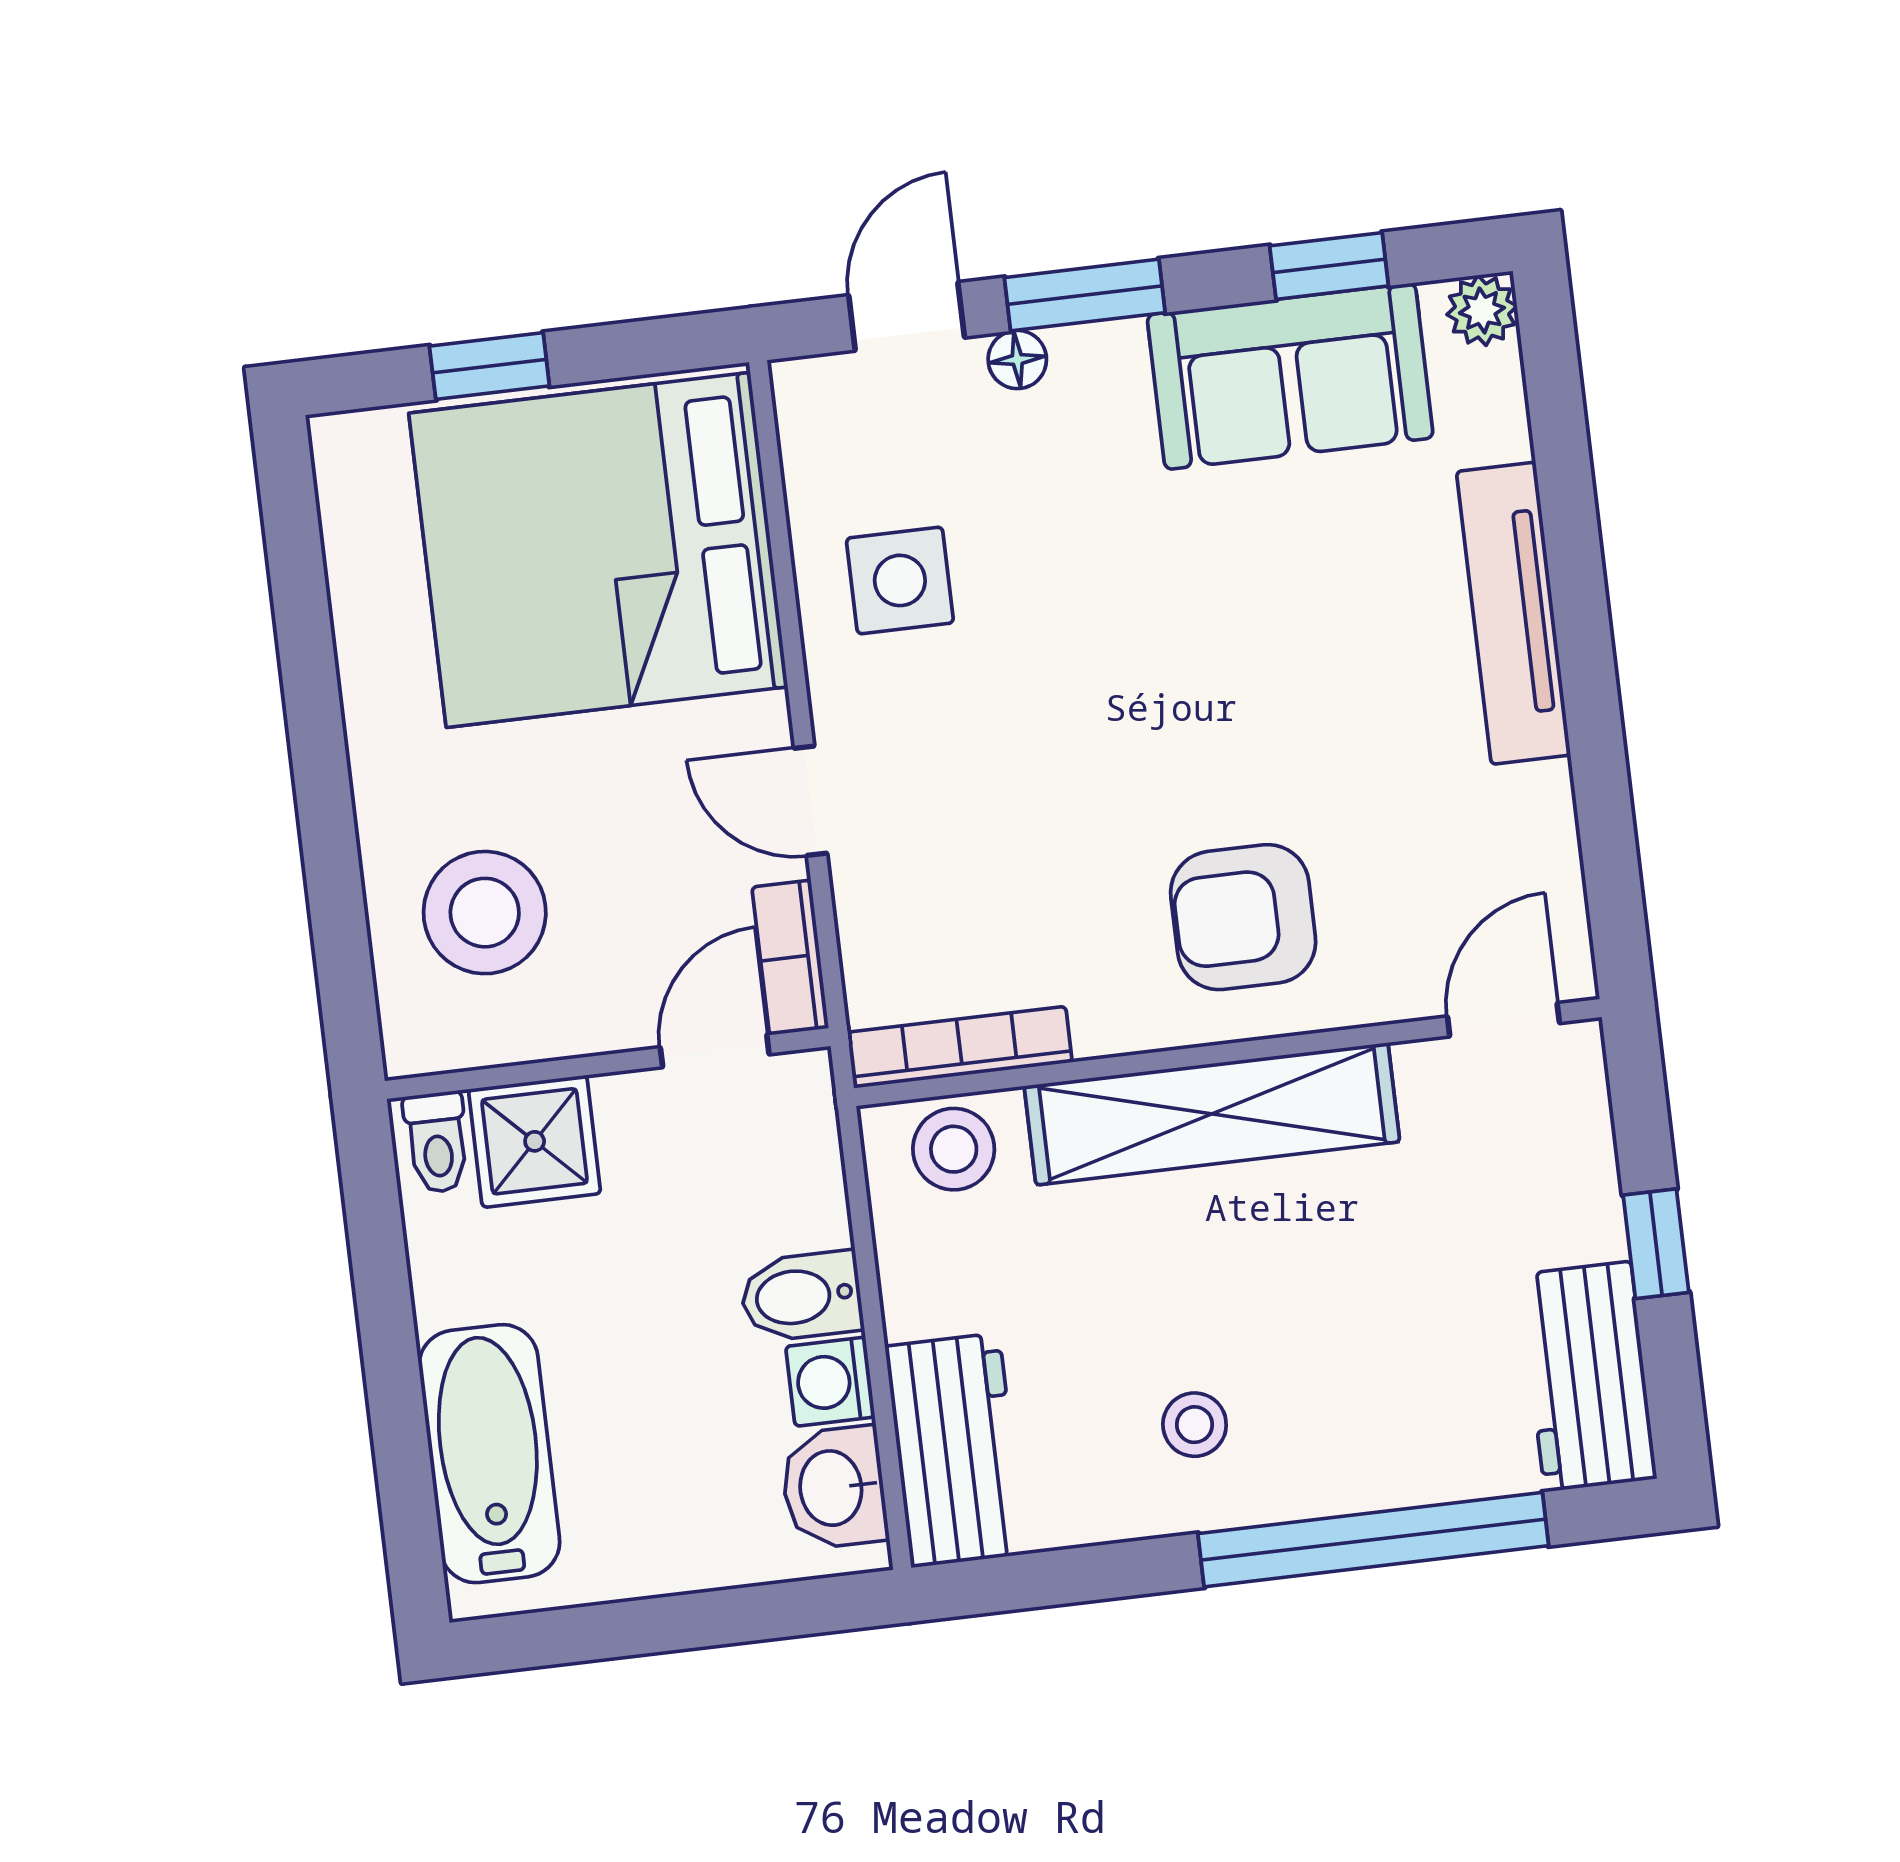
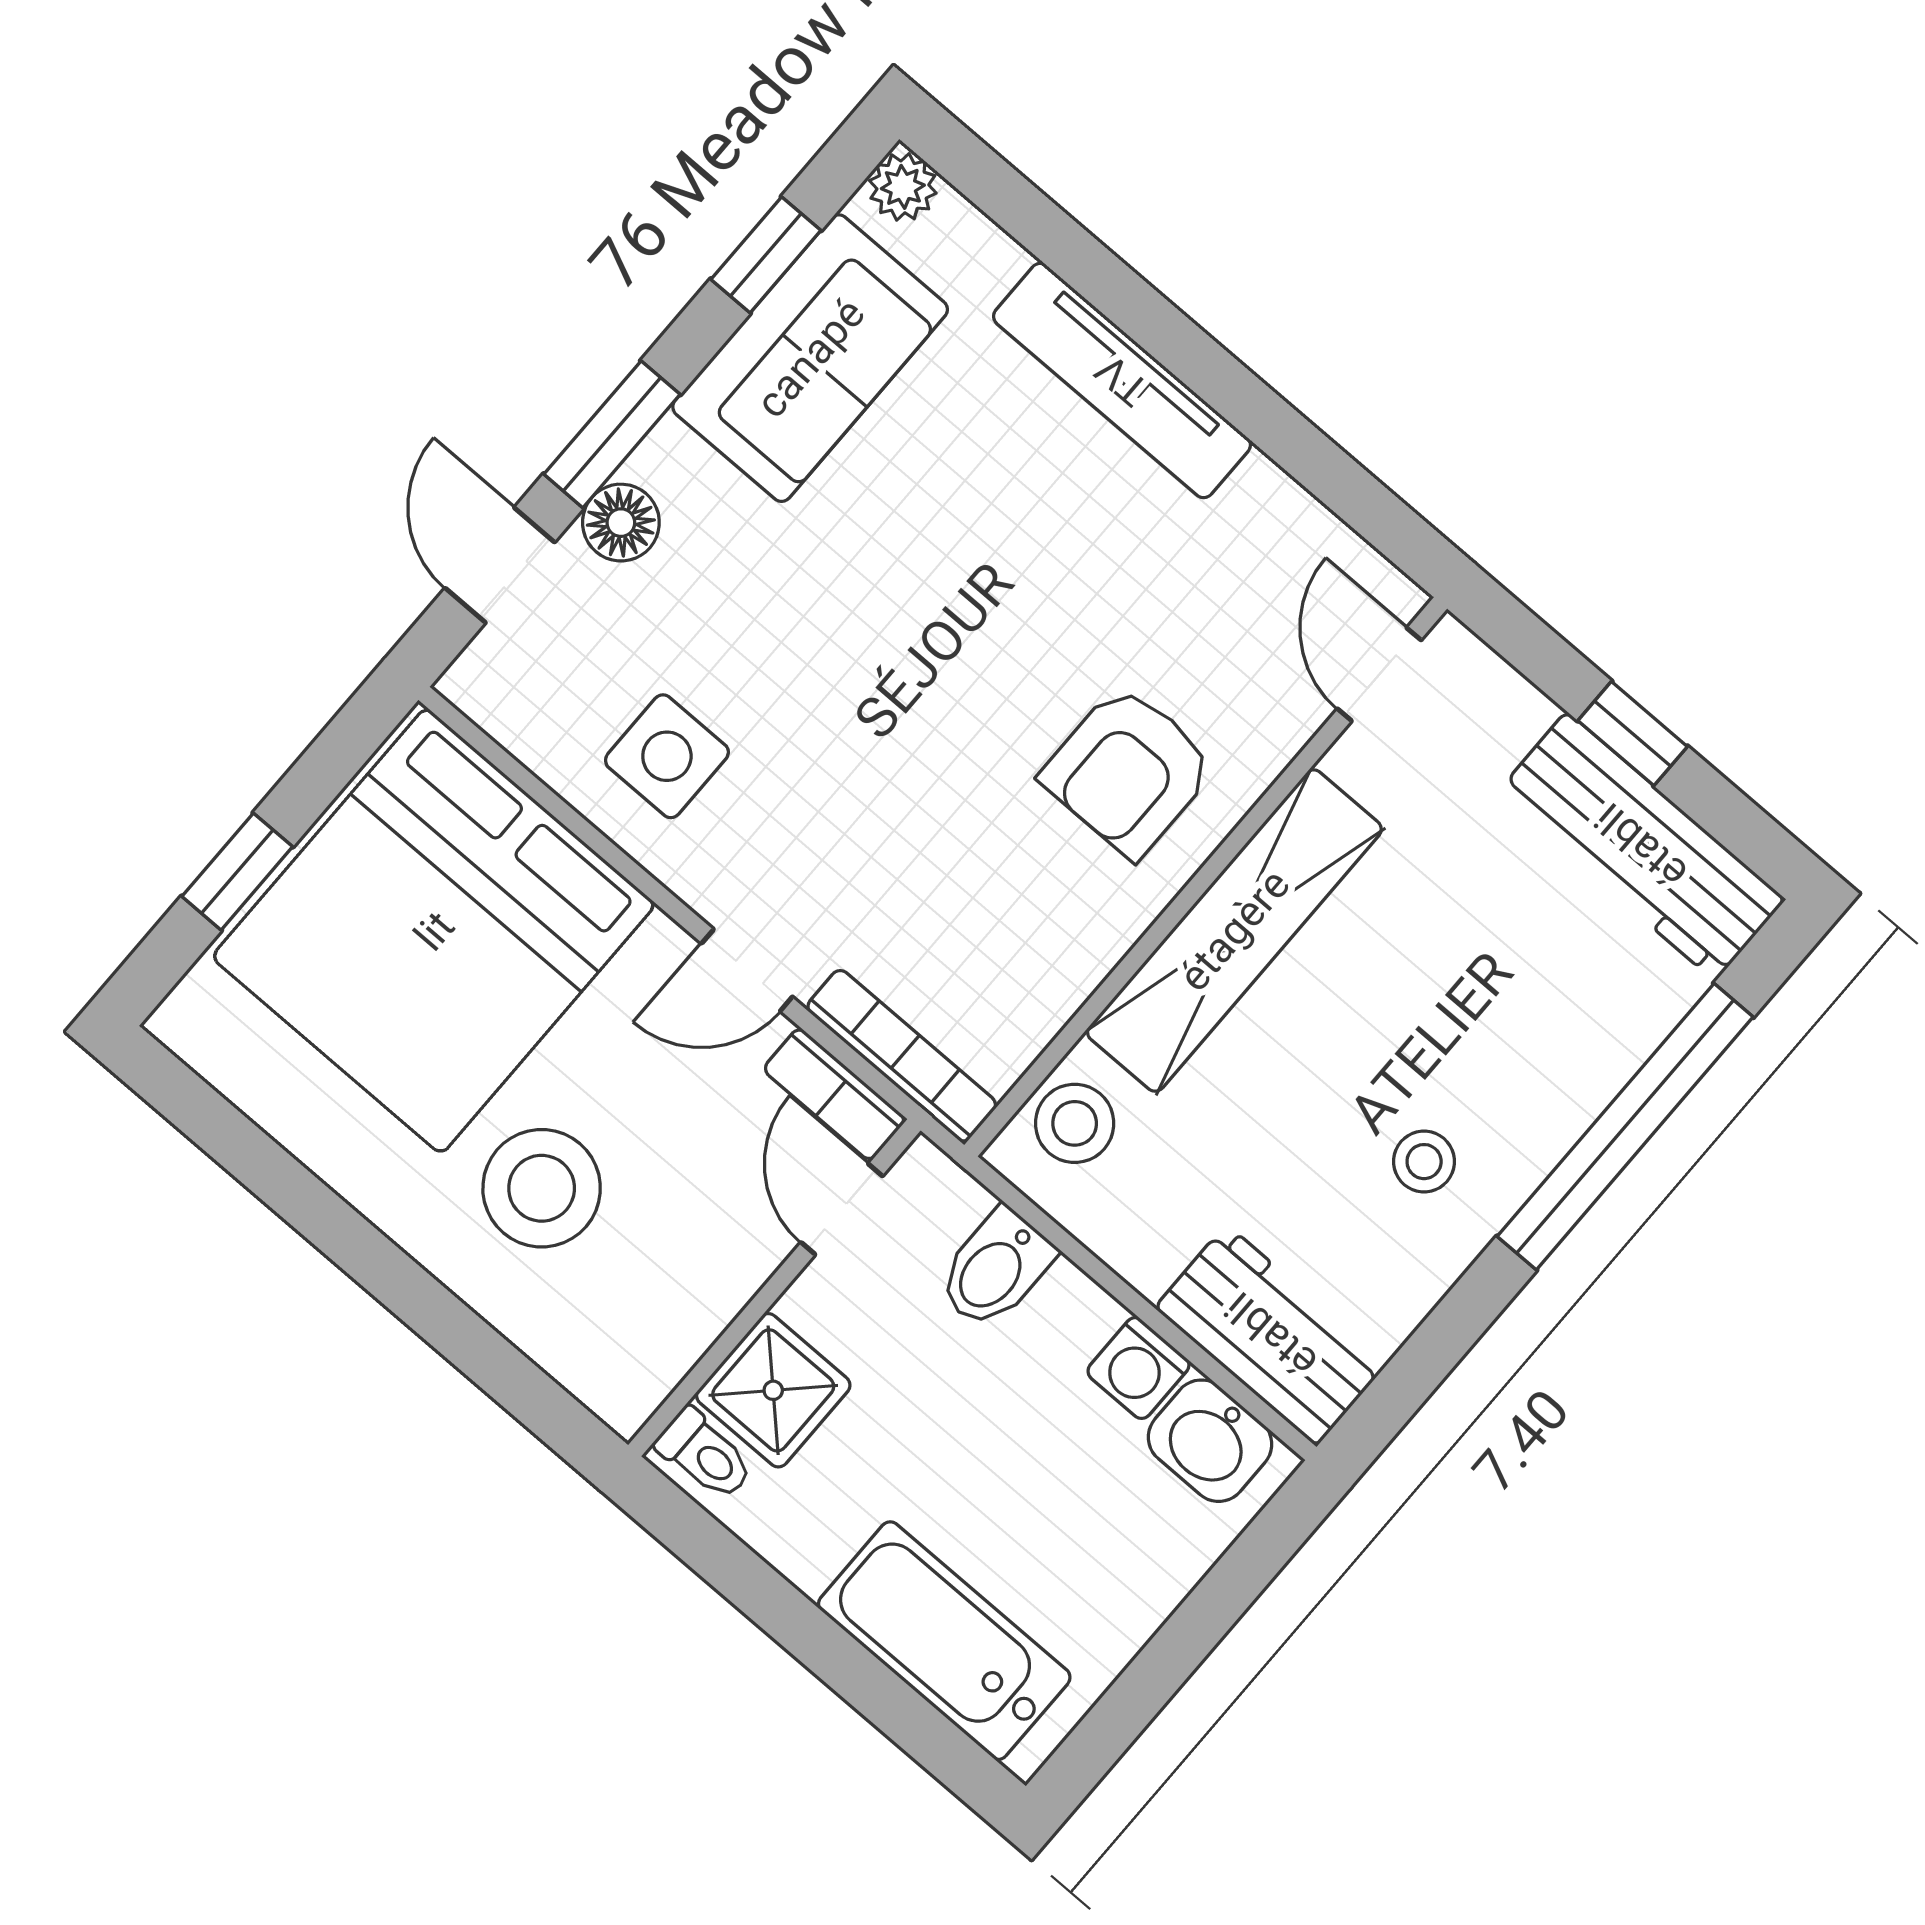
floor lamp: (1017, 360) -> (621, 523), width x1.37, depth x1.37
stool: (485, 913) -> (542, 1188), moved
bookcase: (960, 1047) -> (902, 1056), moved, turned 90
bidet: (801, 1296) -> (995, 1269), moved
workbench: (1588, 1377) -> (1641, 846), width x1.37

